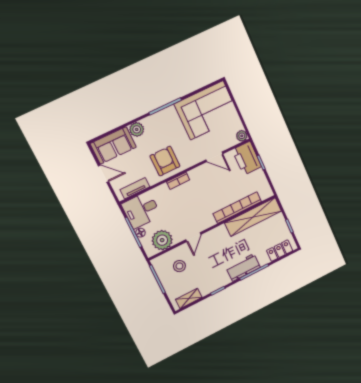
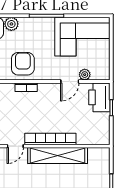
plant: (242, 136) -> (85, 75), moved
door: (214, 157) -> (70, 82), hinge flipped
bookcase: (237, 208) -> (50, 139), moved
shelving: (253, 217) -> (58, 156), moved

